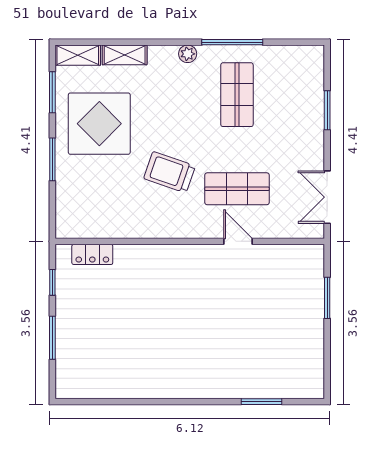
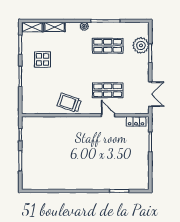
plant: (307, 94) -> (141, 45), added
shop shelf: (237, 95) -> (108, 46), turned 90
display table: (99, 124) -> (42, 59), width x0.54, depth x0.54
trolley: (169, 172) -> (69, 103), moved
double door: (327, 197) -> (150, 94), swing flipped
locker: (92, 254) -> (136, 121), moved

